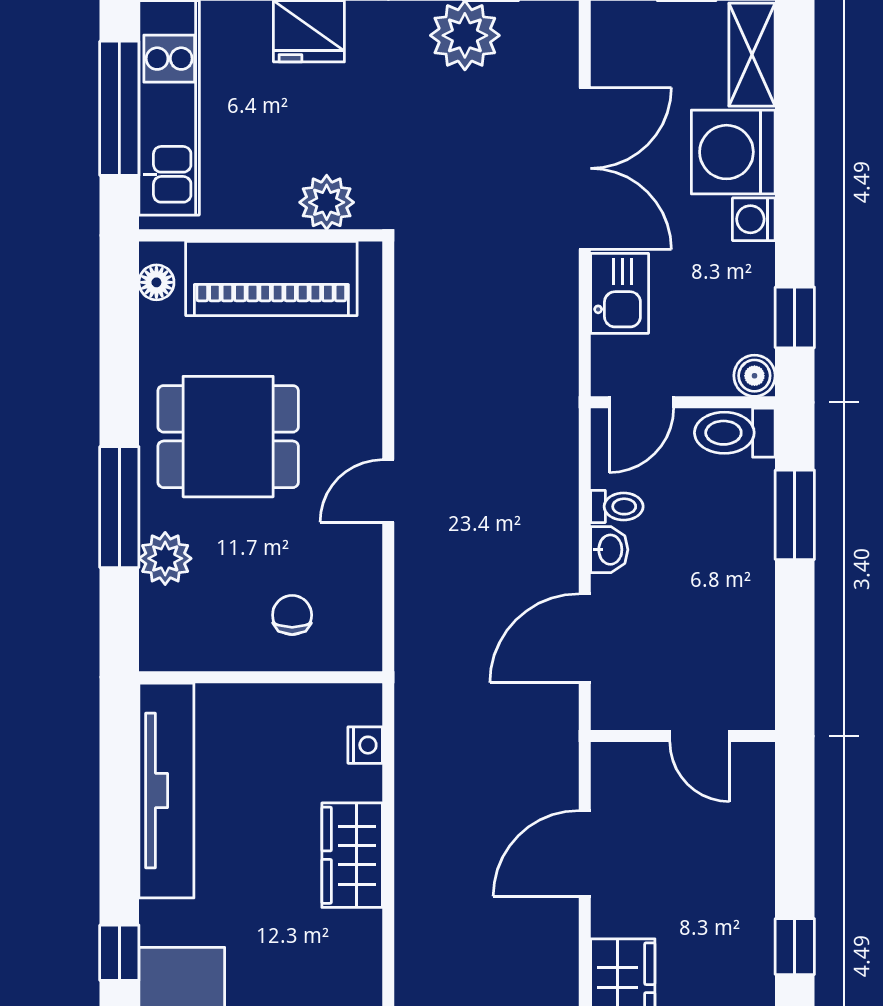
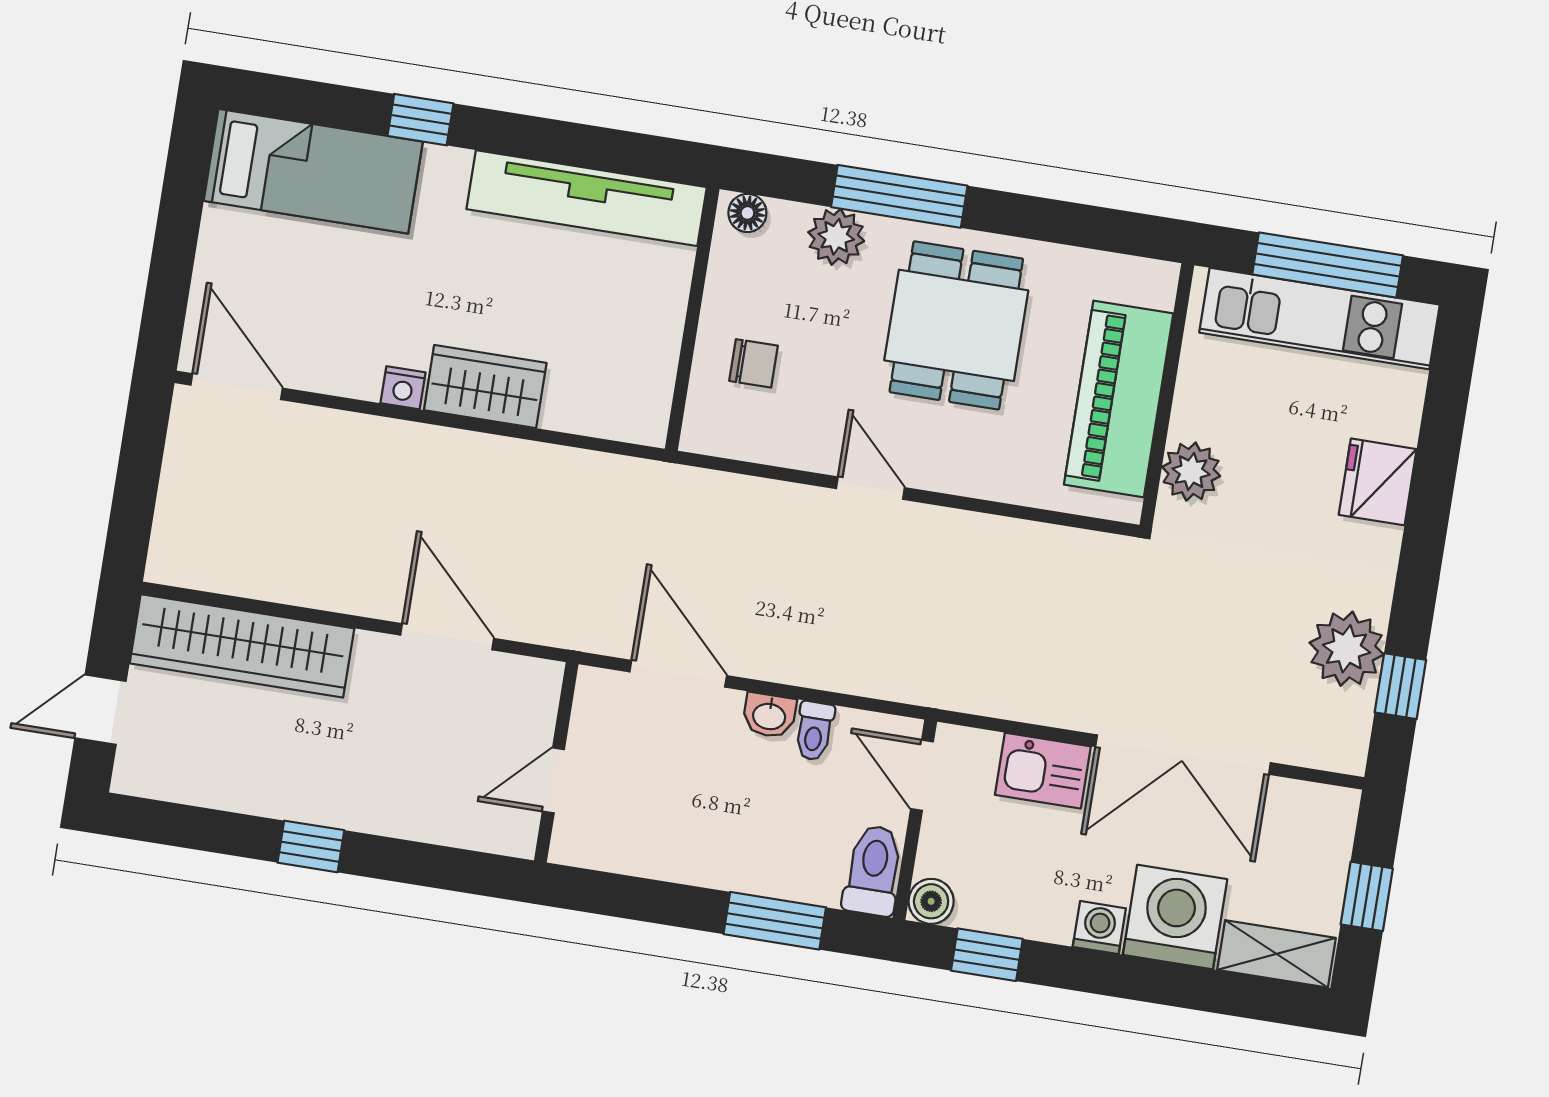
floor lamp: (156, 282) -> (747, 213), moved
nightstand: (365, 745) -> (403, 388), moved

